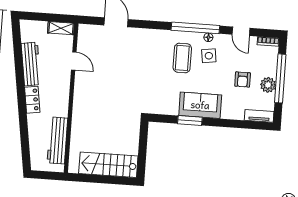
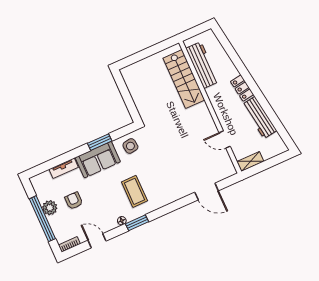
window: (195, 28) -> (137, 223), width x0.47
side table: (209, 56) -> (130, 146), moved
tv unit: (259, 116) -> (64, 168), moved
stairs: (108, 165) -> (184, 79), moved, turned 90

